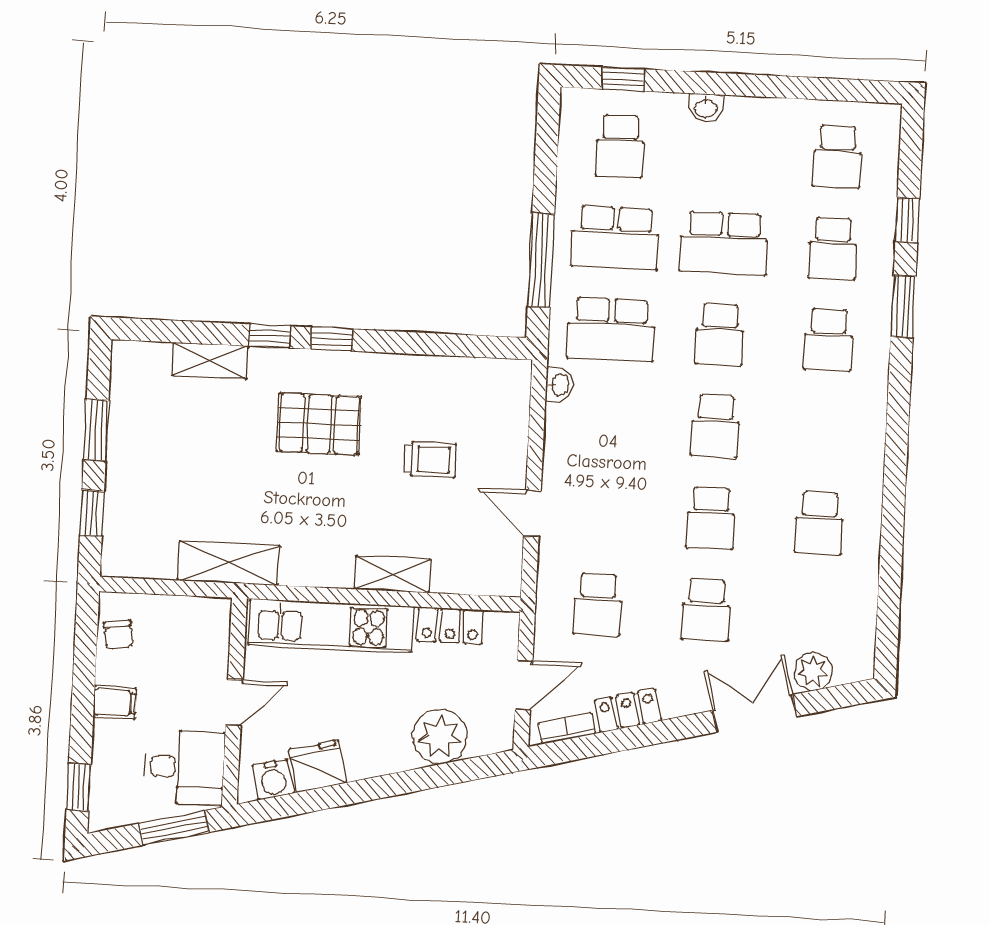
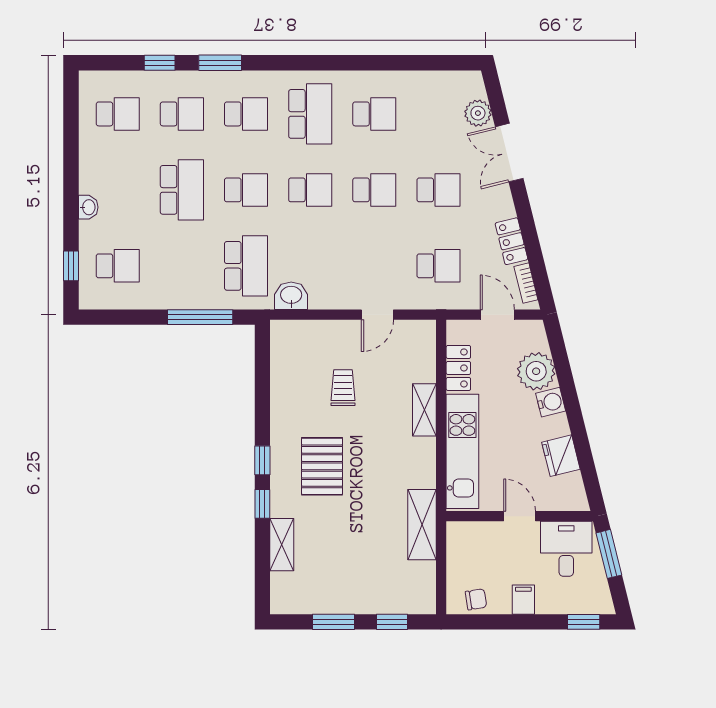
school desk: (616, 238) -> (310, 114), moved
washbasin: (559, 385) -> (291, 296), width x1.38, depth x1.45
water cooler: (273, 779) -> (551, 402), moved

